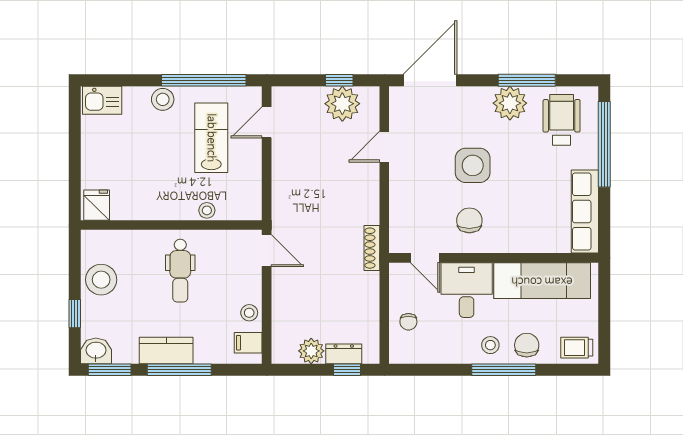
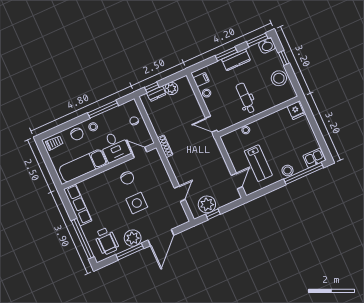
window: (204, 80) -> (304, 173), moved
door: (430, 80) -> (161, 238), moved
window: (179, 370) -> (226, 54), width x0.69
window: (504, 370) -> (103, 109), moved

